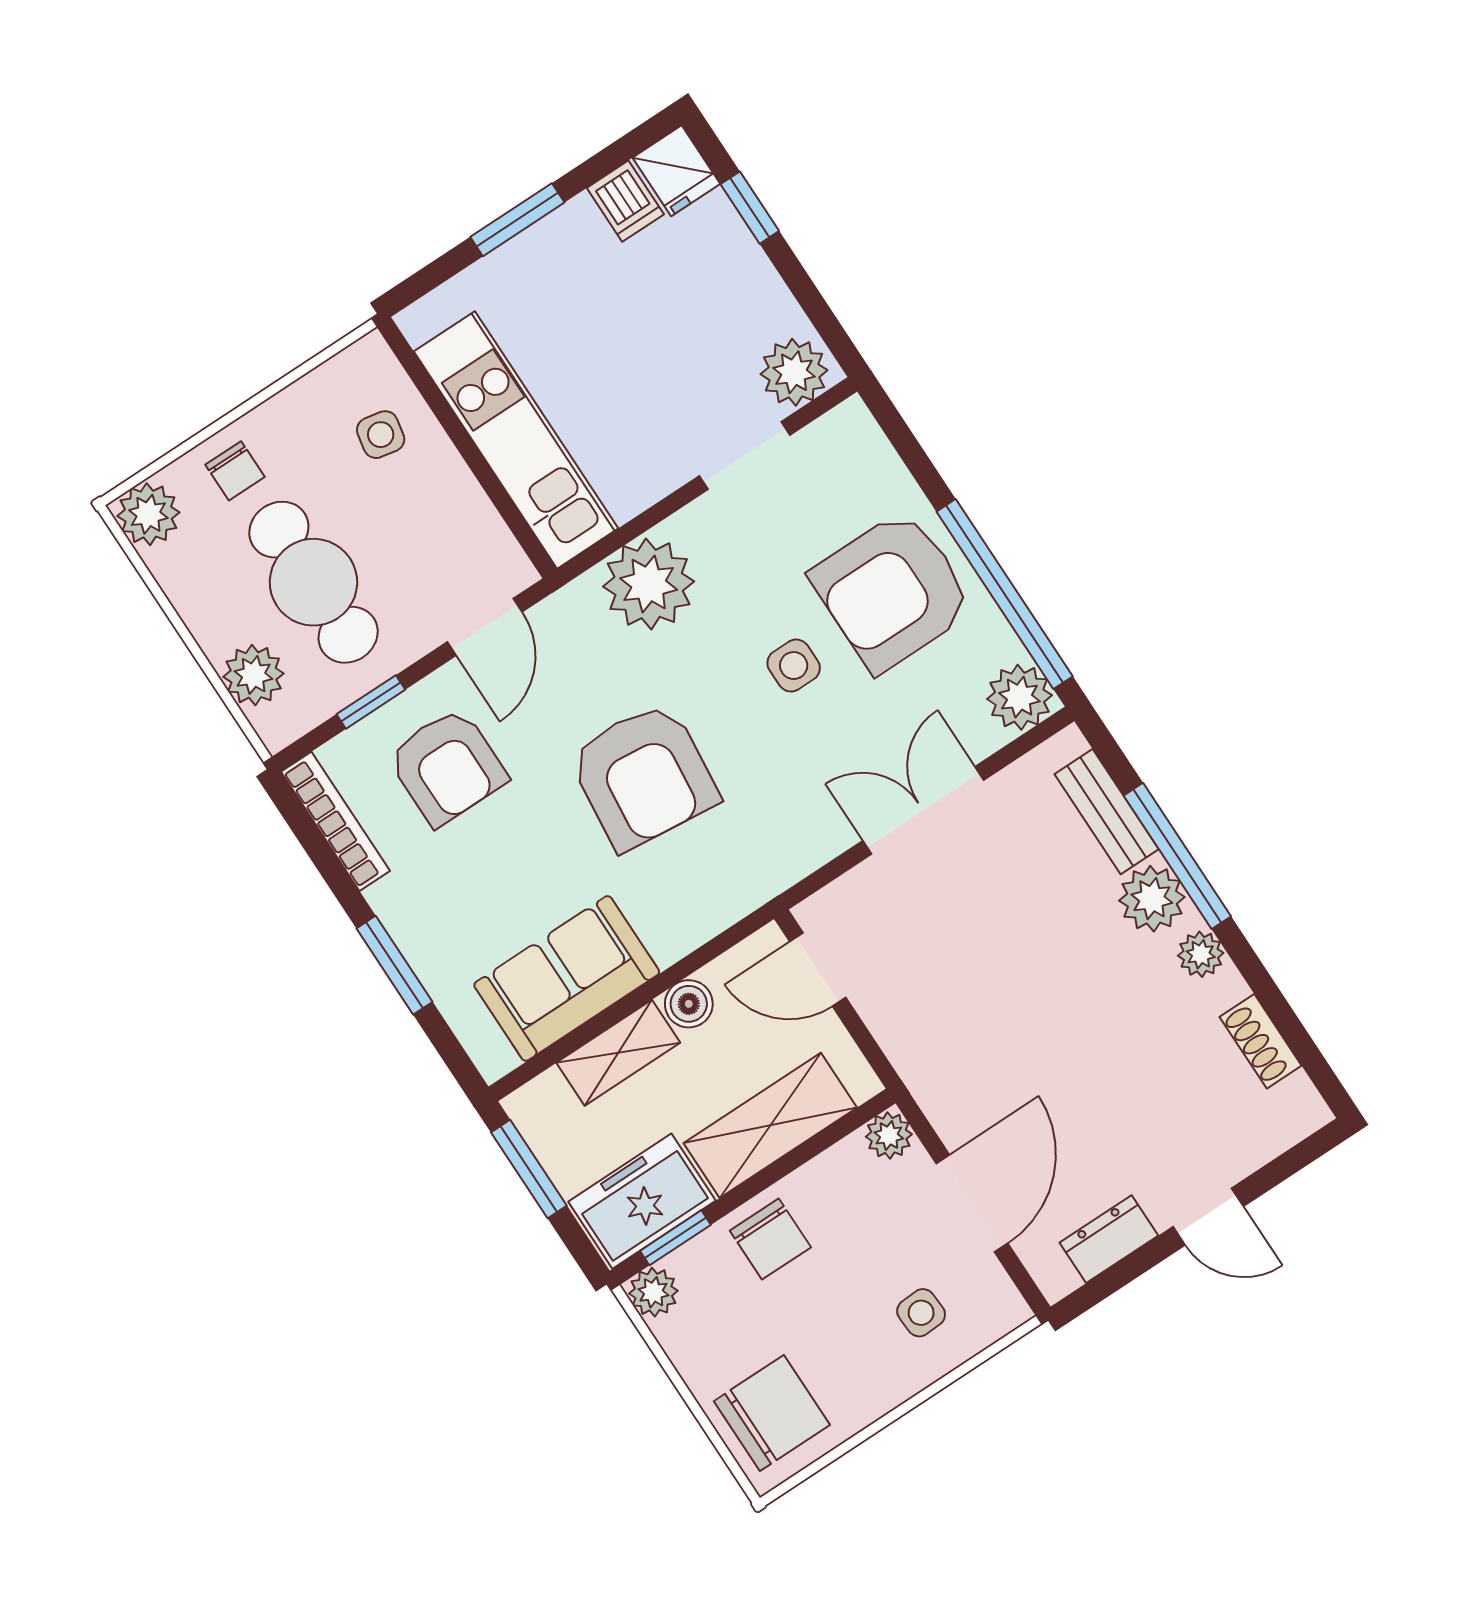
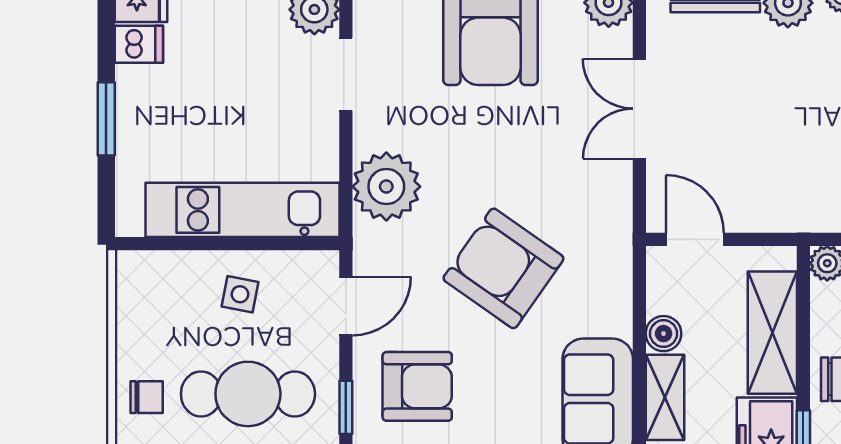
side table: (381, 435) -> (240, 294), moved
door: (485, 627) -> (346, 306), hinge flipped
side table: (794, 666) -> (496, 130), removed
armchair: (643, 776) -> (503, 268), turned -151
door: (818, 969) -> (695, 239), swing flipped

